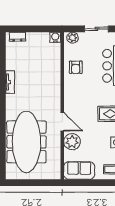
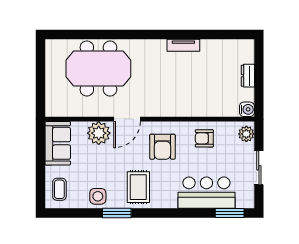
dresser: (17, 37) -> (248, 76), moved
armchair: (82, 97) -> (162, 147), added
meeting table: (26, 142) -> (98, 68), width x0.73

